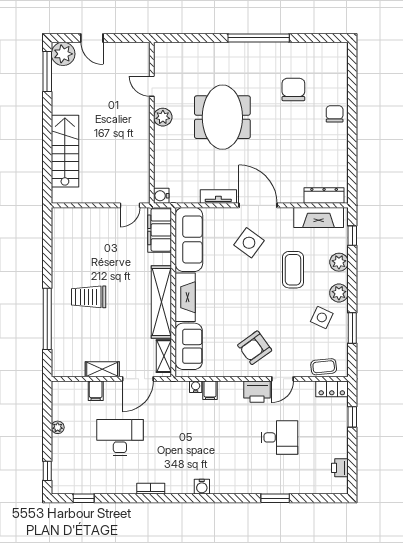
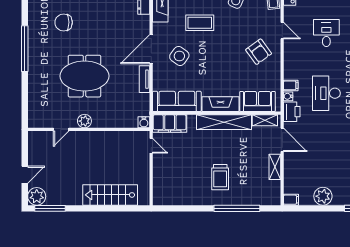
filing cabinet: (96, 391) -> (291, 200), moved
printer: (257, 392) -> (292, 112), moved
plant: (58, 427) -> (323, 196), width x1.87, depth x1.87
desk: (120, 437) -> (326, 93), moved

